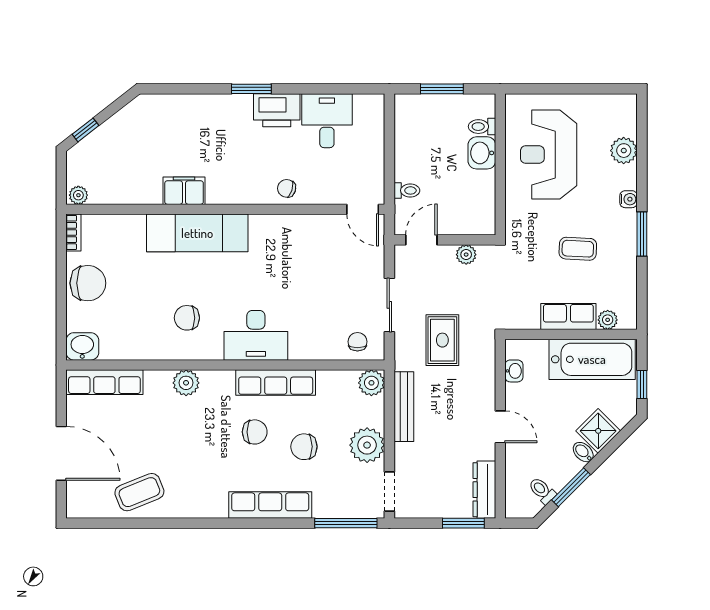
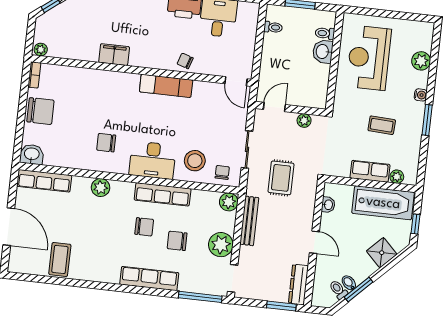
toilet: (407, 190) -> (273, 27), moved
exam couch: (197, 233) -> (166, 86), moved, width x0.73, depth x0.69
stool: (316, 329) -> (195, 161), added
bidet: (583, 452) -> (349, 283), moved
coffee table: (139, 492) -> (60, 259), turned -68

